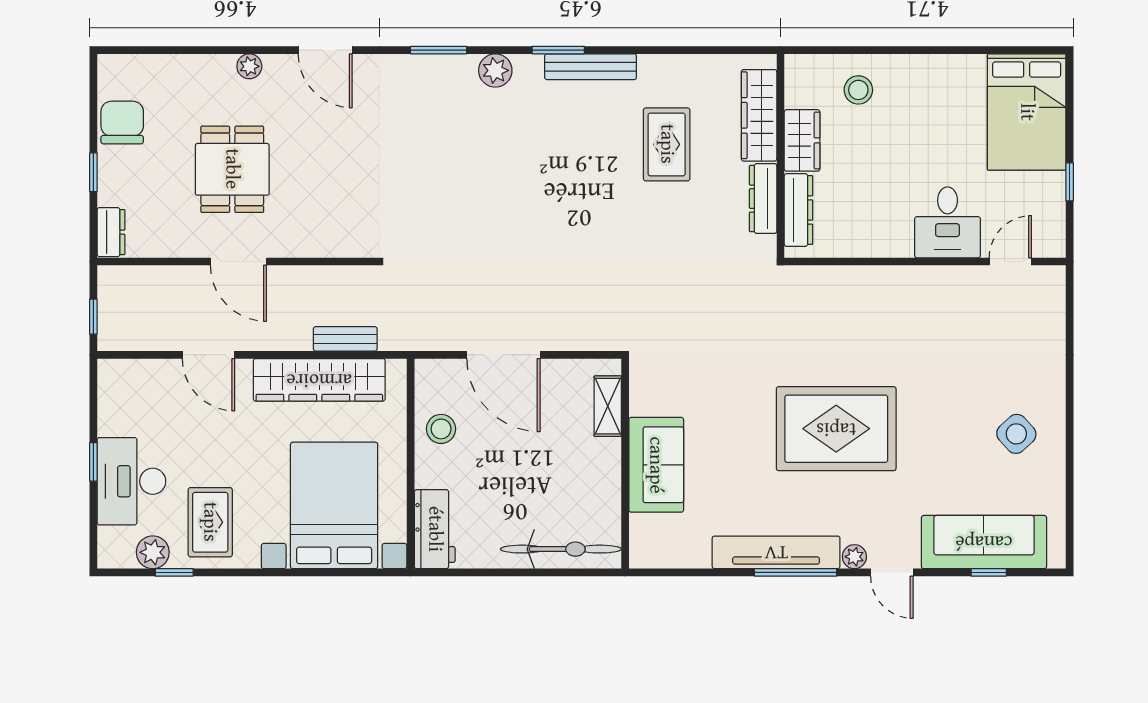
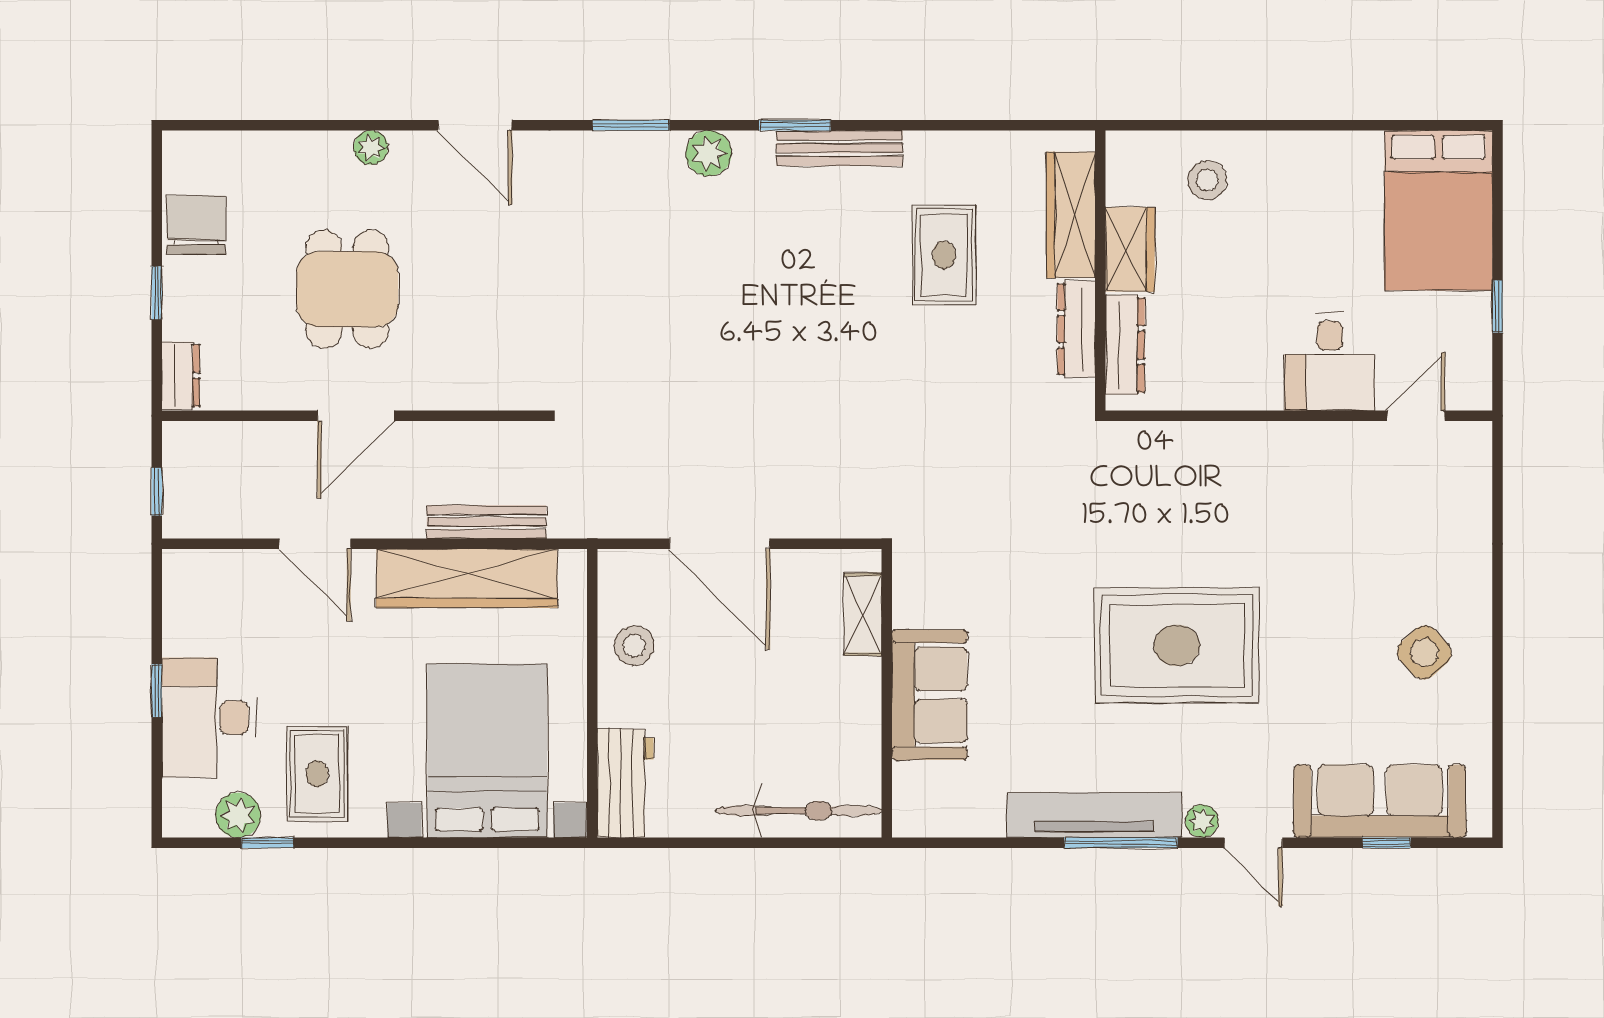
door: (238, 262) -> (356, 416), hinge flipped
bench: (345, 339) -> (487, 522), width x1.36

